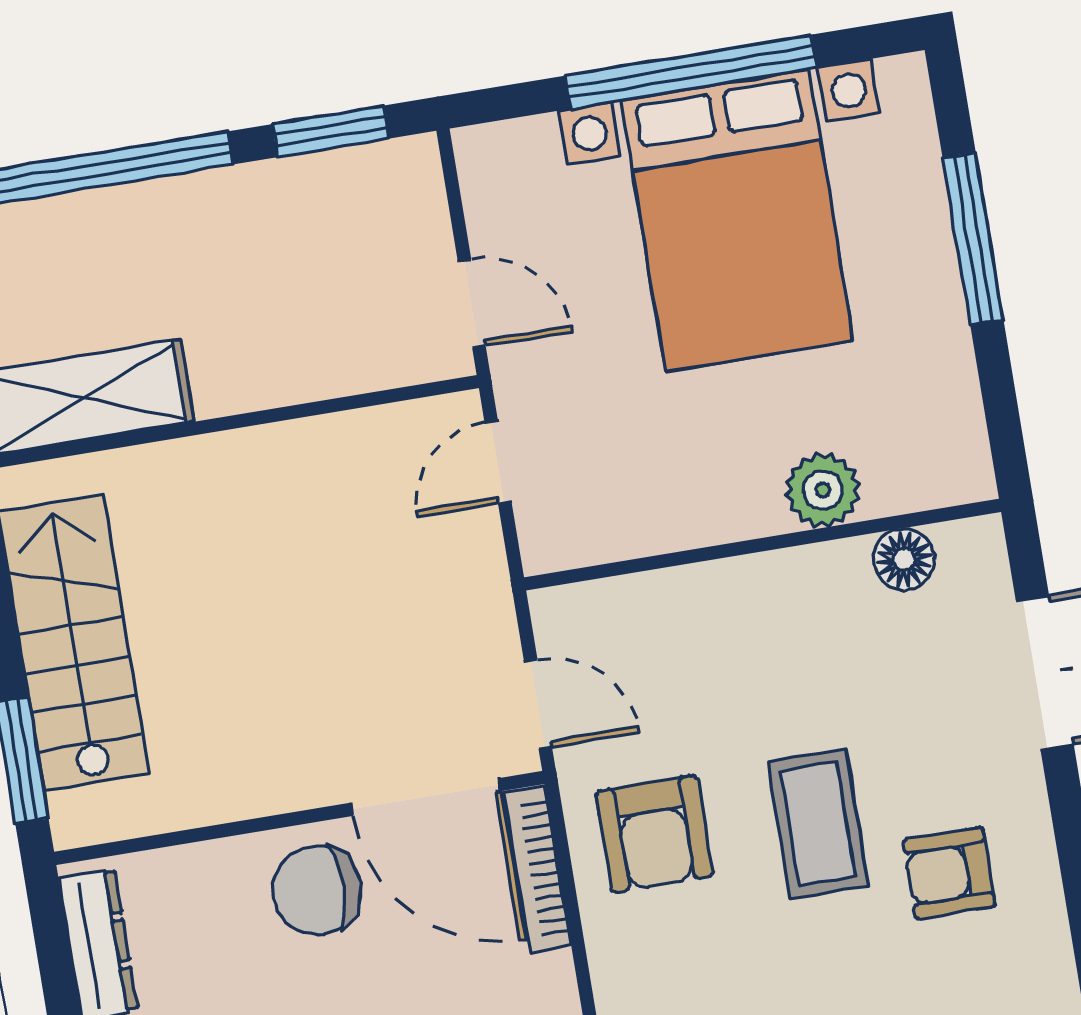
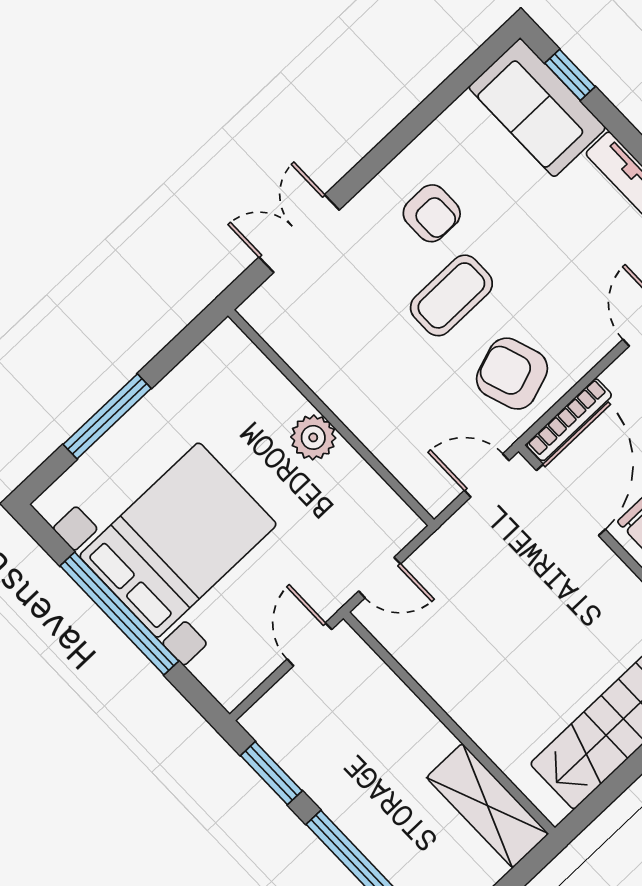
plant: (823, 490) -> (313, 437), moved
floor lamp: (904, 559) -> (290, 342), removed
door: (538, 704) -> (487, 475), hinge flipped
armchair: (654, 834) -> (512, 374), turned -109

